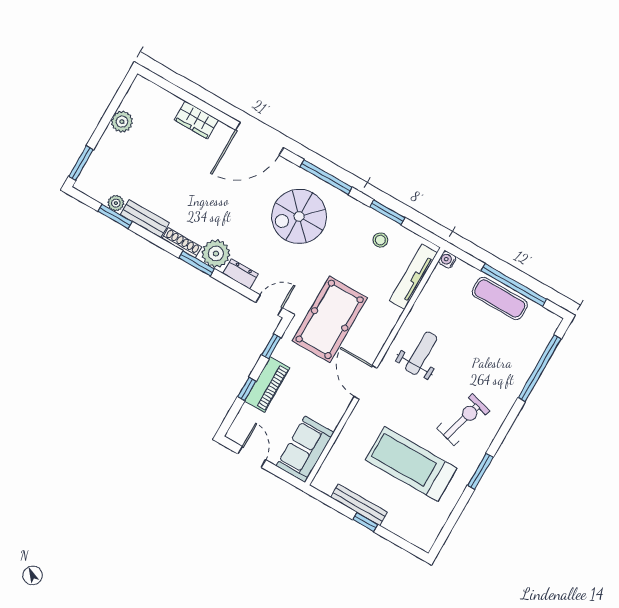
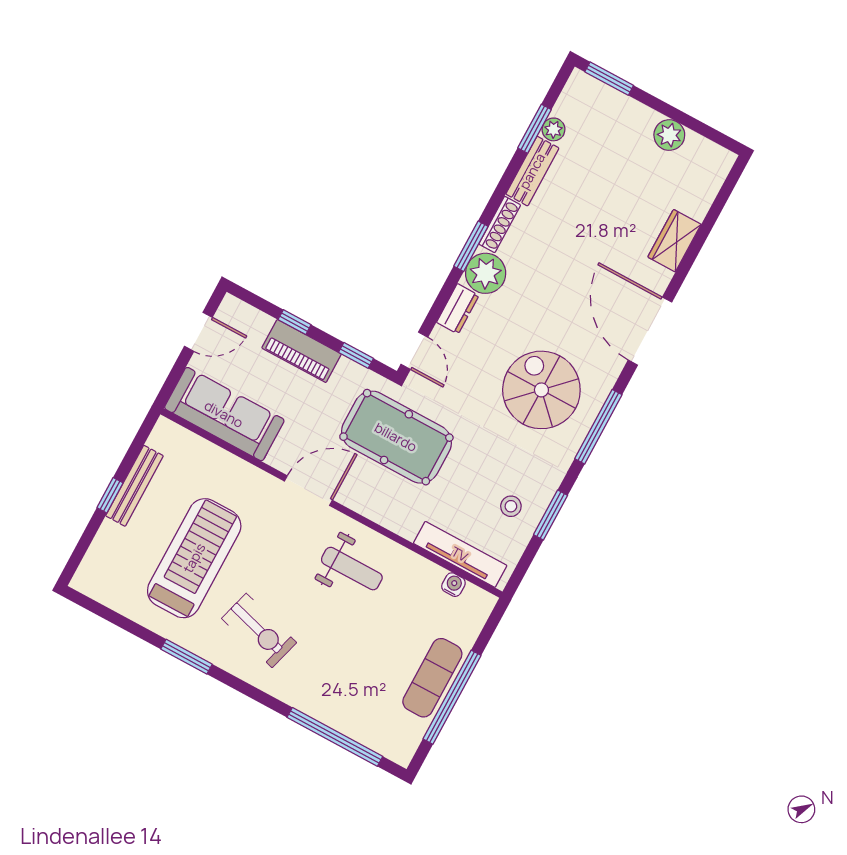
water cooler: (447, 260) -> (453, 585), moved
sofa: (305, 449) -> (224, 414), width x1.36

